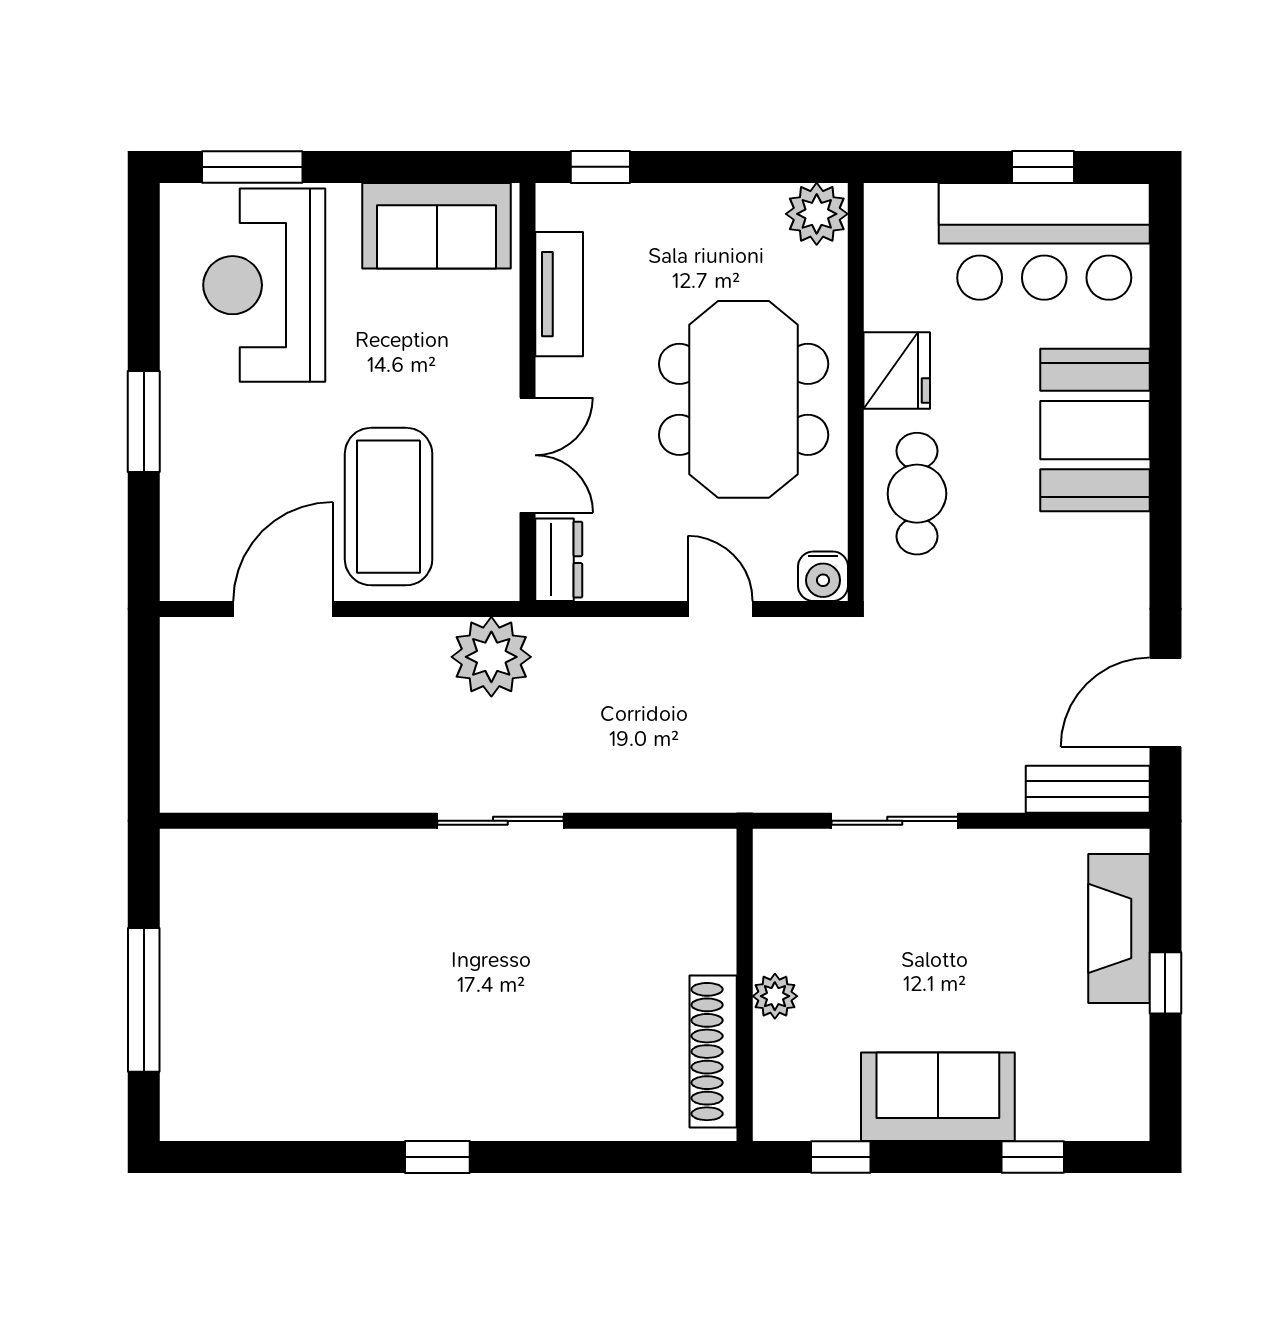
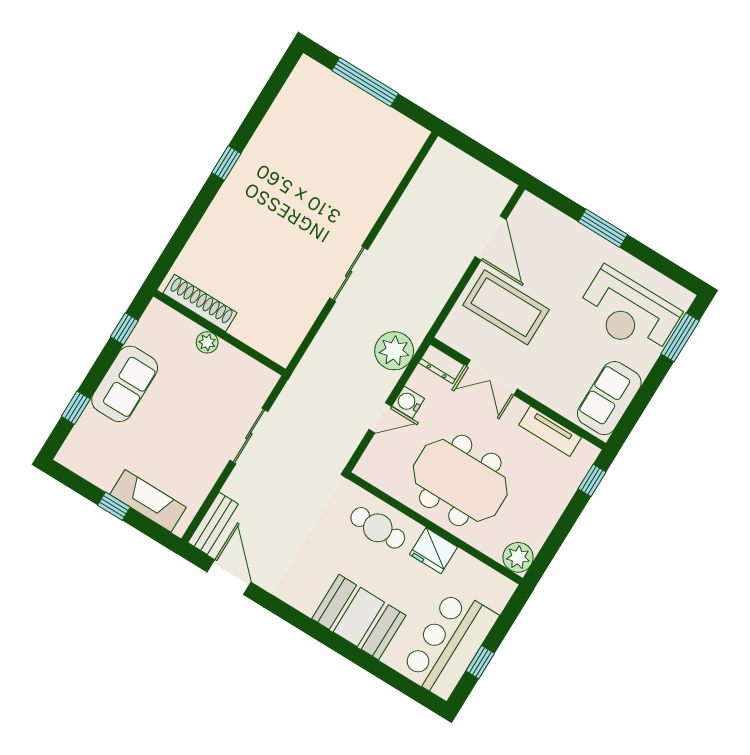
reception desk: (264, 285) -> (628, 312), turned 180
water cooler: (823, 576) -> (408, 402), moved
plant: (491, 657) -> (394, 351), moved

